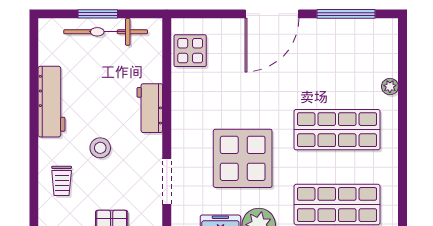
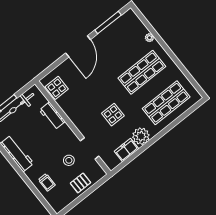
workbench: (150, 108) -> (52, 116), moved
stool: (100, 148) -> (69, 160), moved
display table: (243, 158) -> (113, 115), width x0.54, depth x0.54

